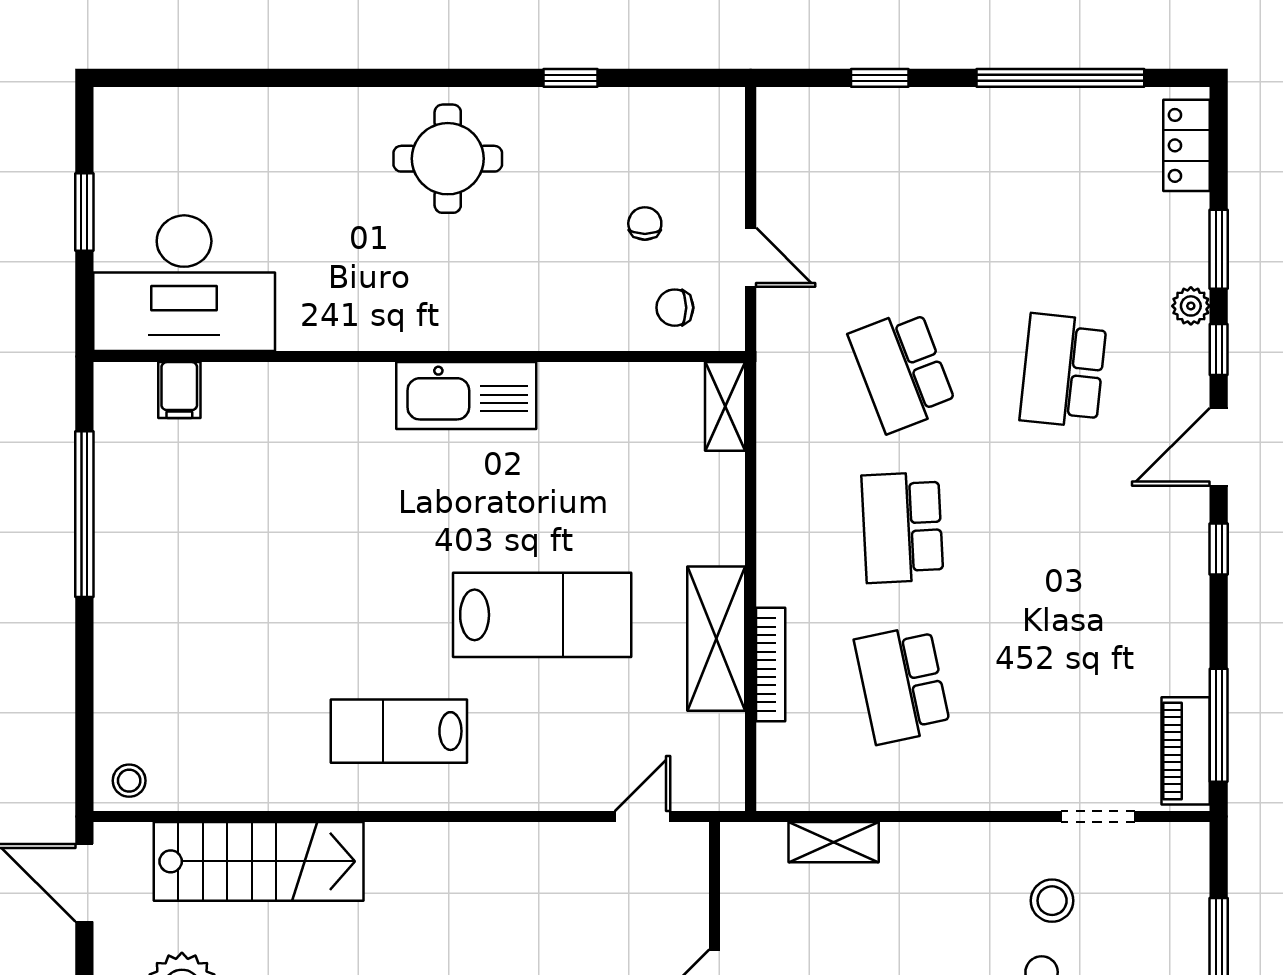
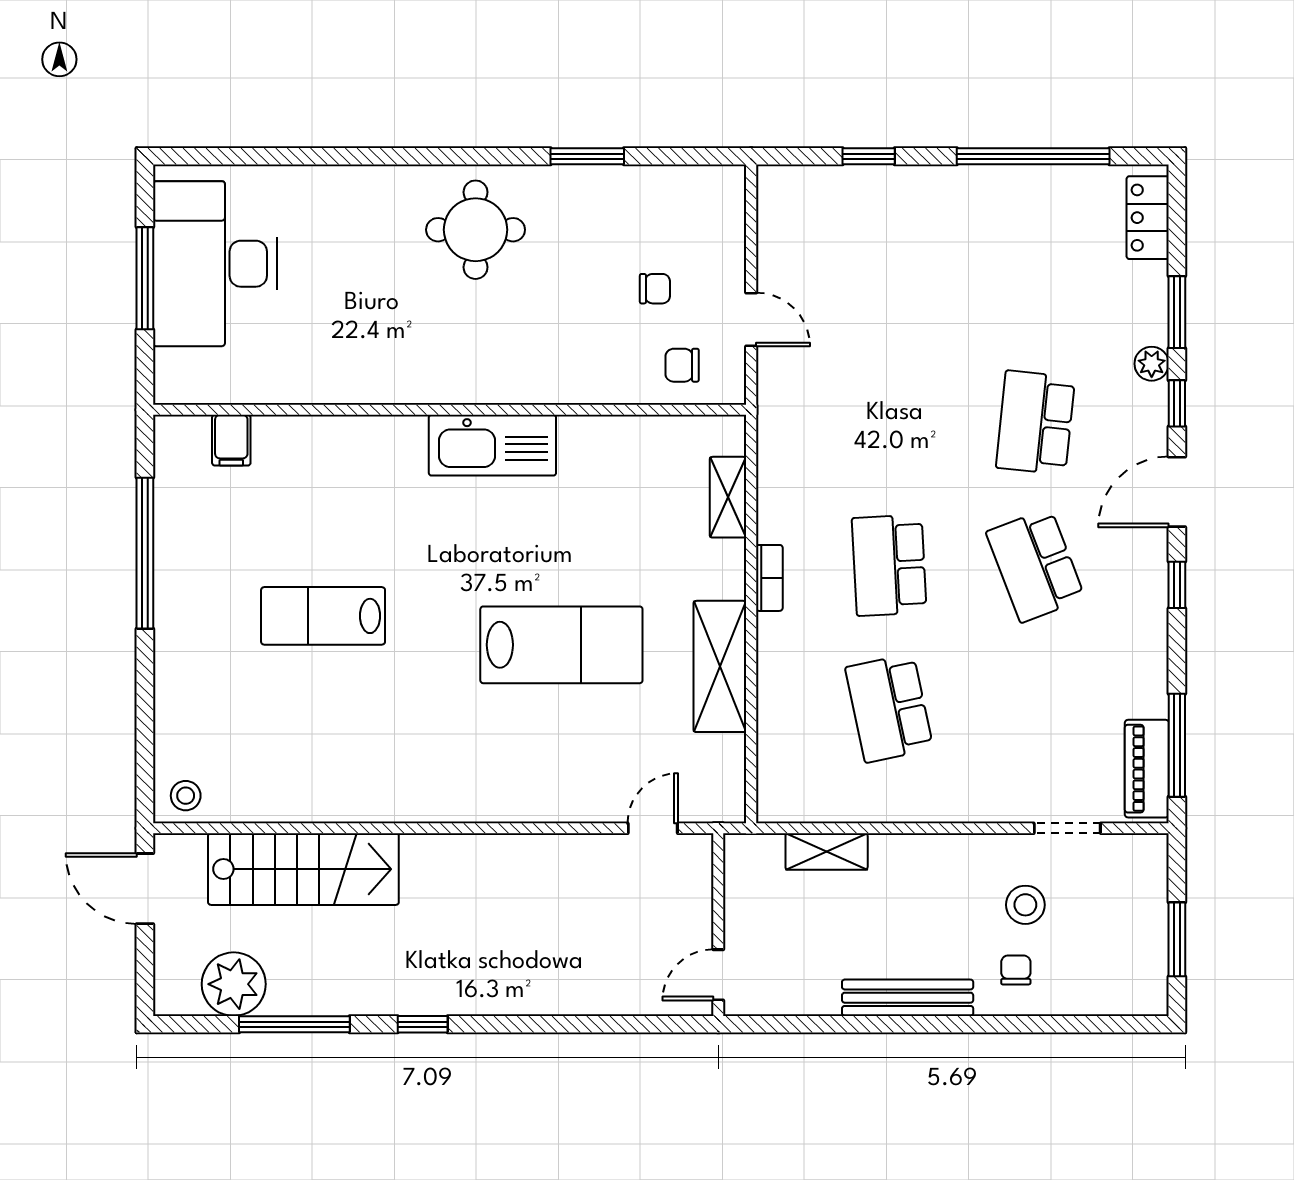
window: (571, 78) -> (587, 156), width x1.50
window: (84, 212) -> (145, 278), width x1.44
chair: (645, 223) -> (655, 289), turned 90
desk: (184, 283) -> (215, 264), moved, turned 90
school desk: (902, 371) -> (1036, 565), moved
shelving: (725, 406) -> (728, 497), moved
bookcase: (771, 664) -> (769, 578), moved, width x0.64
lab bench: (399, 731) -> (323, 616), moved

